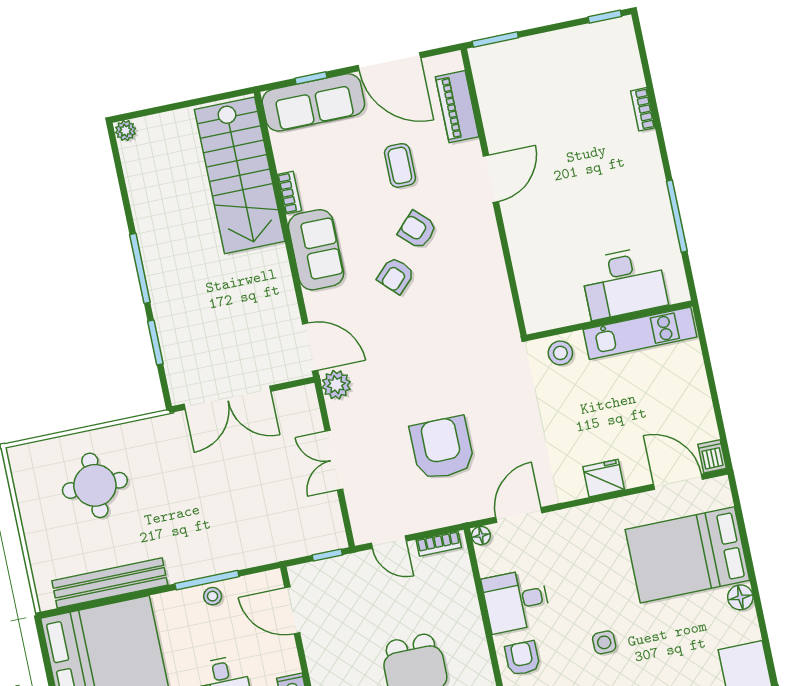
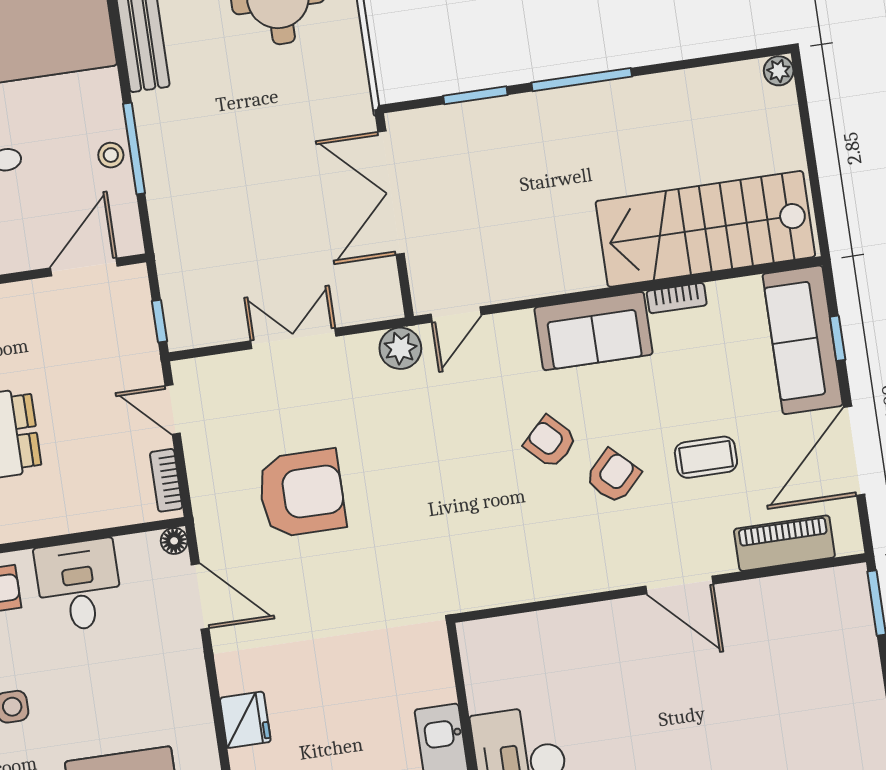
door: (310, 347) -> (456, 314), width x0.73
stool: (560, 353) -> (426, 669), removed
door: (389, 542) -> (173, 410), hinge flipped

